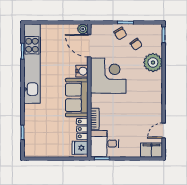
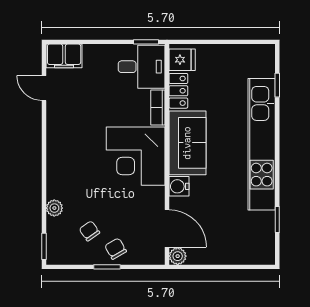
plant: (153, 62) -> (54, 208), width x0.53, depth x0.53
kitchen unit: (32, 64) -> (262, 144), moved
corner desk: (108, 76) -> (136, 156), moved
door: (164, 131) -> (44, 88), swing flipped

